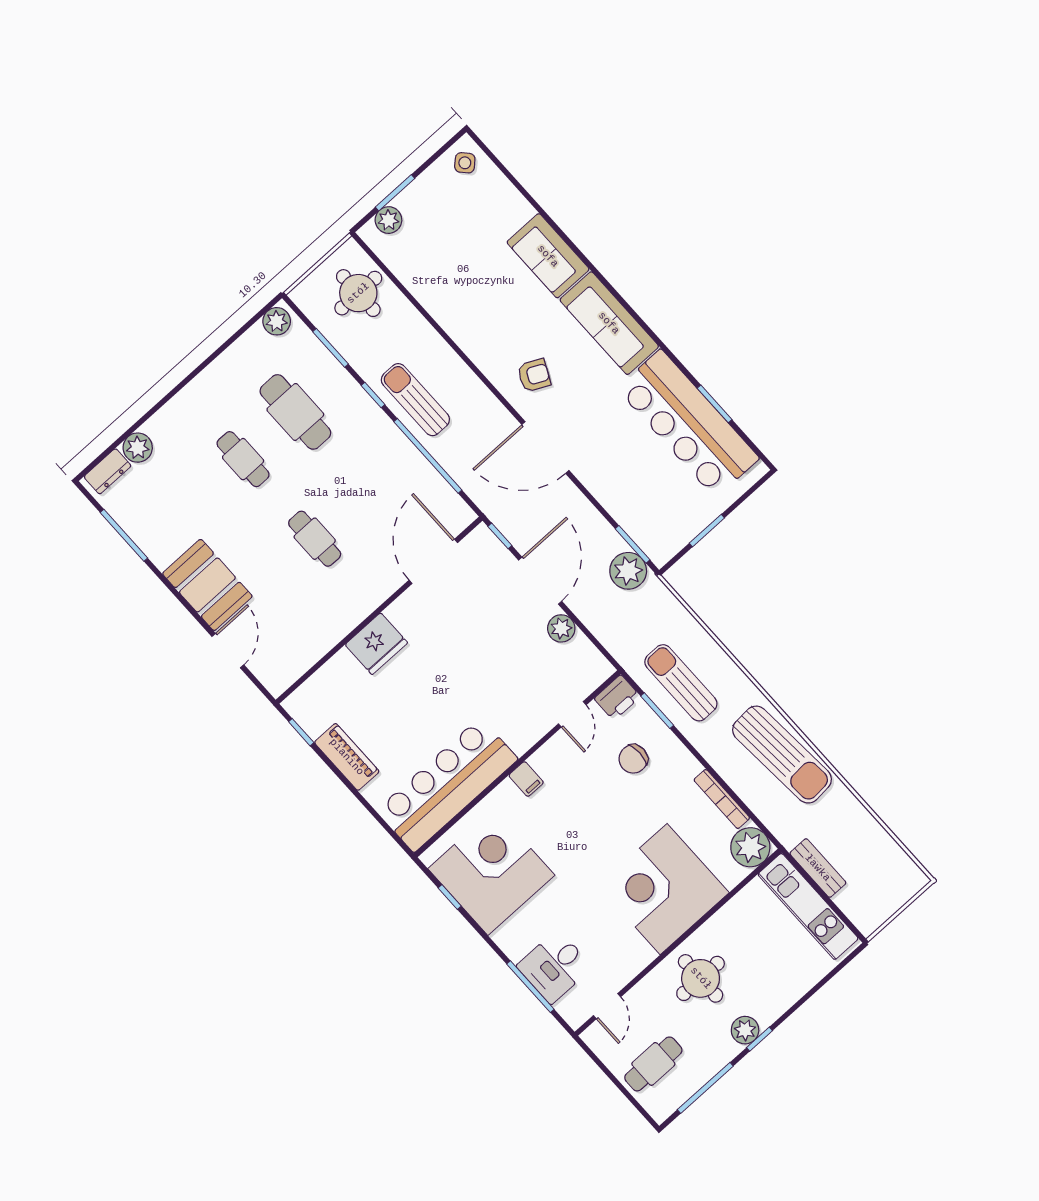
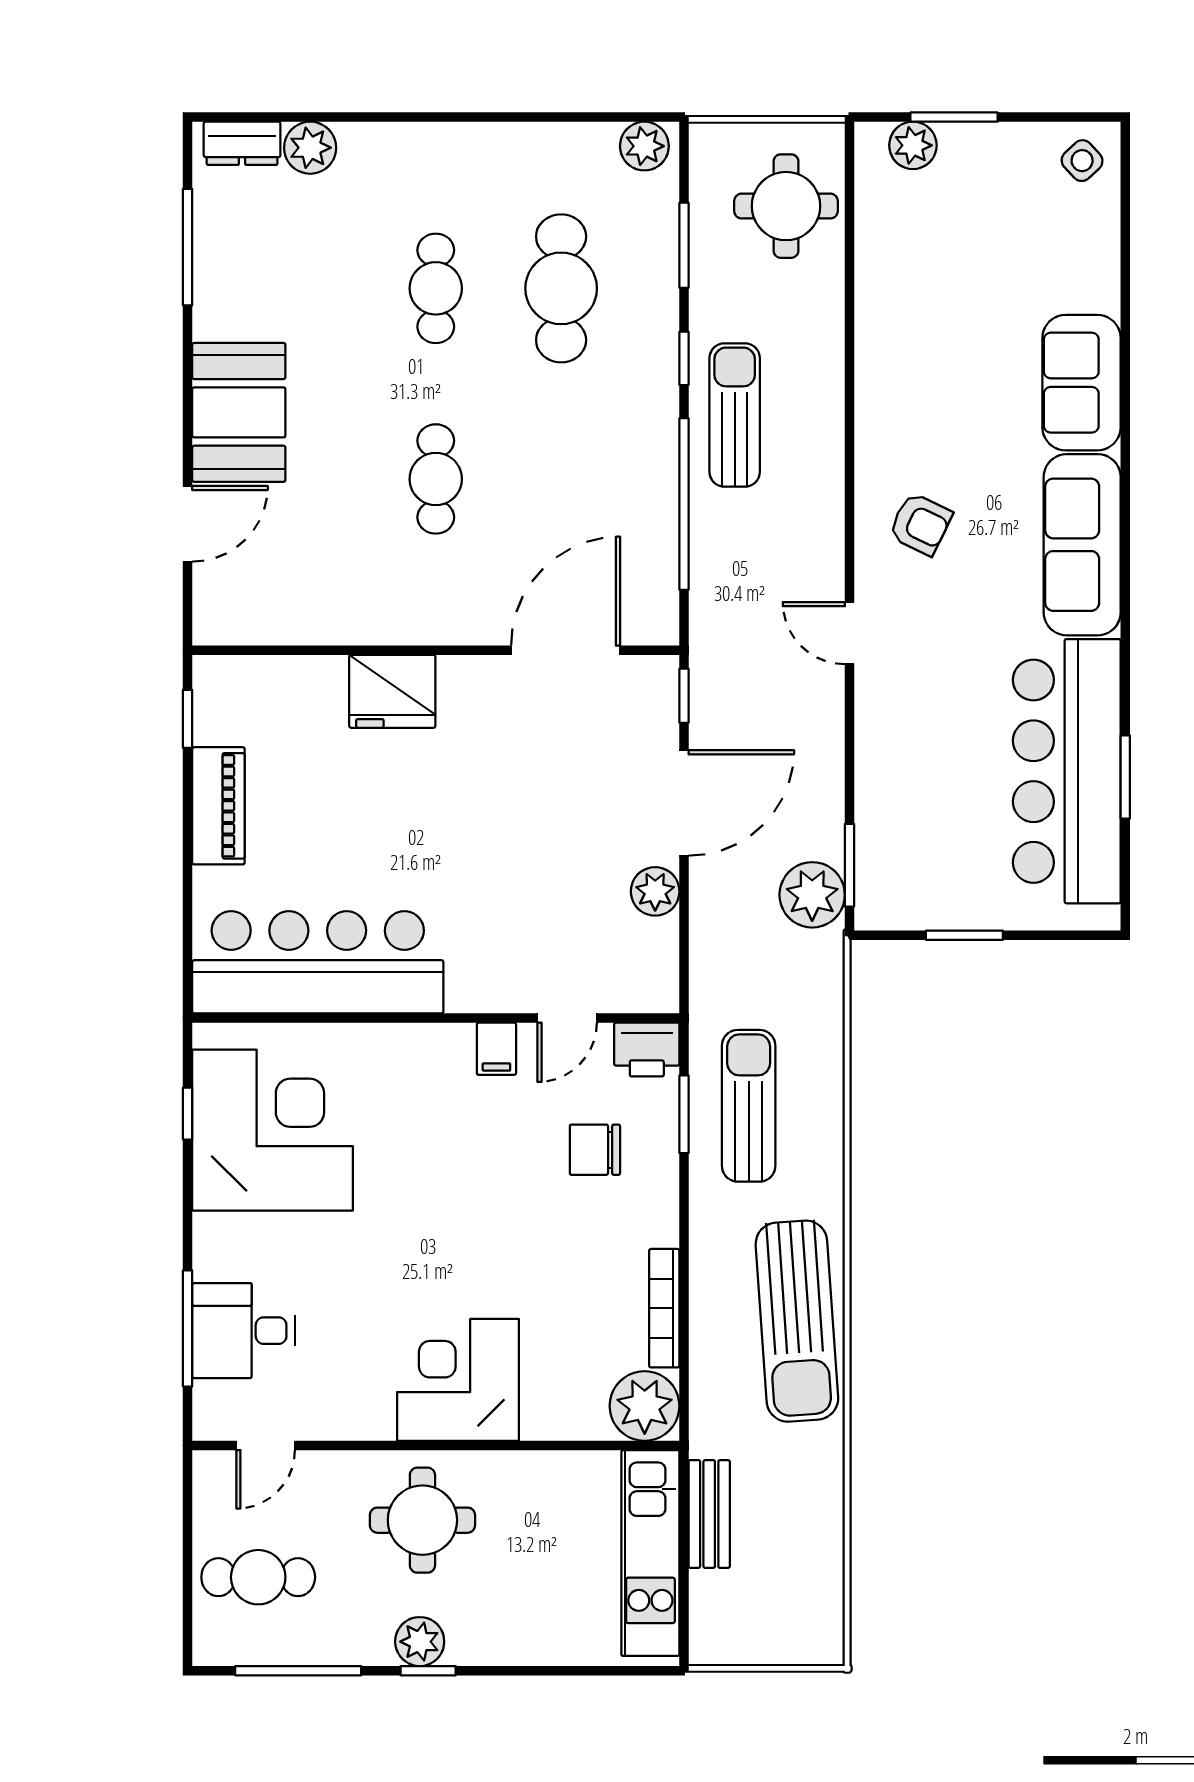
door: (545, 448) -> (849, 633), width x0.53
filing cabinet: (526, 779) -> (496, 1049), moved
corner desk: (664, 889) -> (458, 1380), width x0.74, depth x0.74

